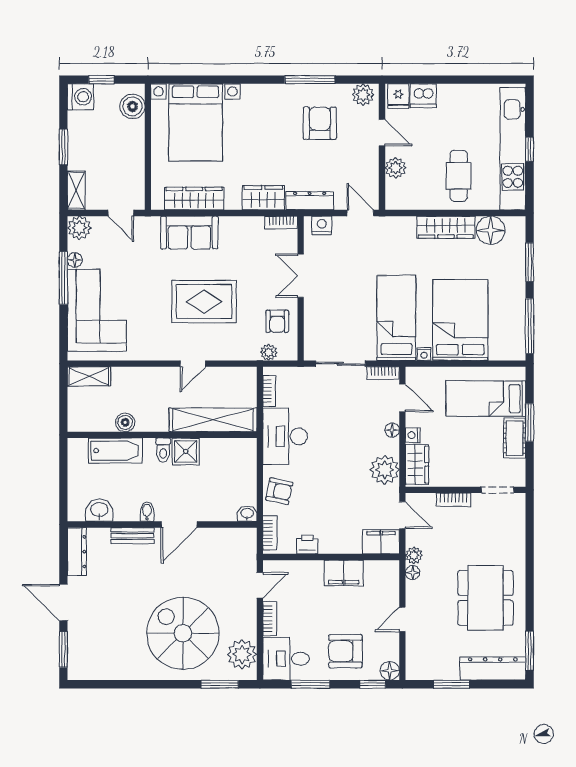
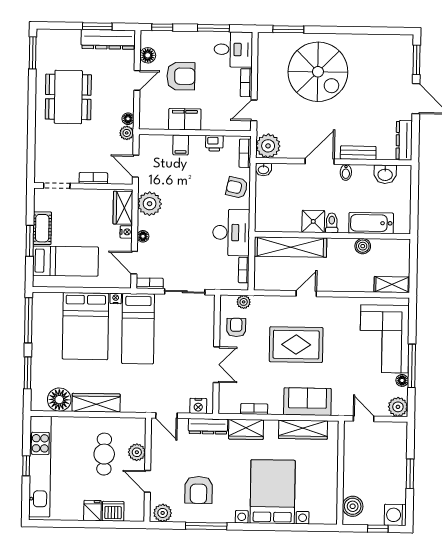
fridge: (398, 96) -> (92, 511), moved
bed with nightstands: (195, 122) -> (273, 492), moved
cafe table: (459, 176) -> (104, 454), moved
shelving: (76, 190) -> (400, 438), removed
bookcase: (281, 223) -> (254, 409), moved
filing cabinet: (381, 542) -> (181, 145), moved, width x0.50
armchair: (345, 651) -> (181, 76), moved
plant: (242, 654) -> (268, 146), moved
dresser: (493, 668) -> (108, 39), moved
floor lamp: (390, 671) -> (148, 55), moved

